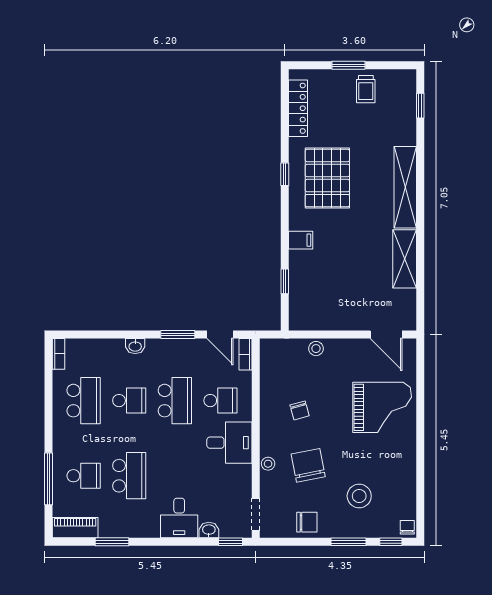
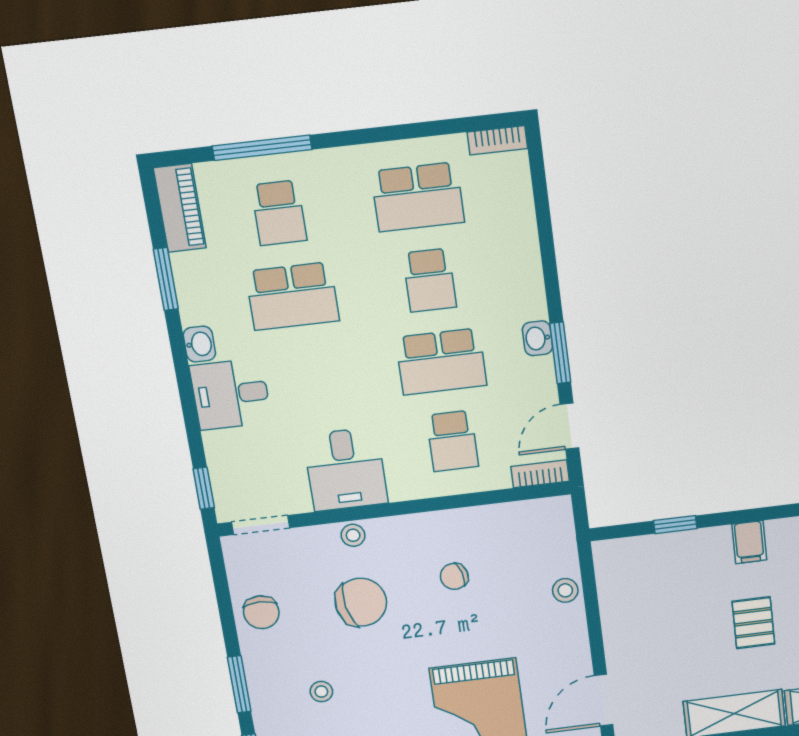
pallet: (350, 242) -> (753, 623), added
washbasin: (135, 346) -> (537, 338), moved
desk: (229, 443) -> (345, 469), moved
stool: (359, 496) -> (321, 692), width x0.53, depth x0.53
washbasin: (209, 530) -> (199, 344), moved

